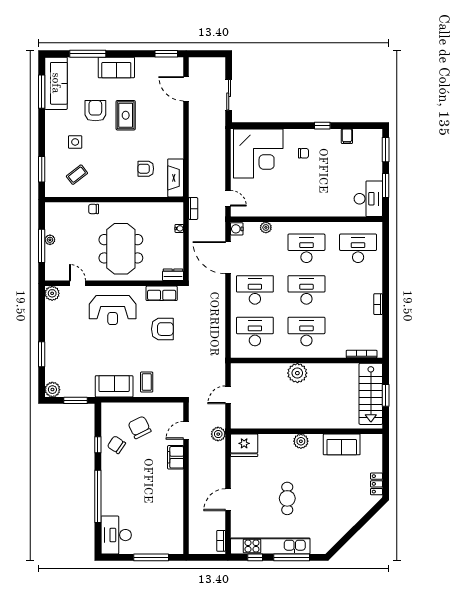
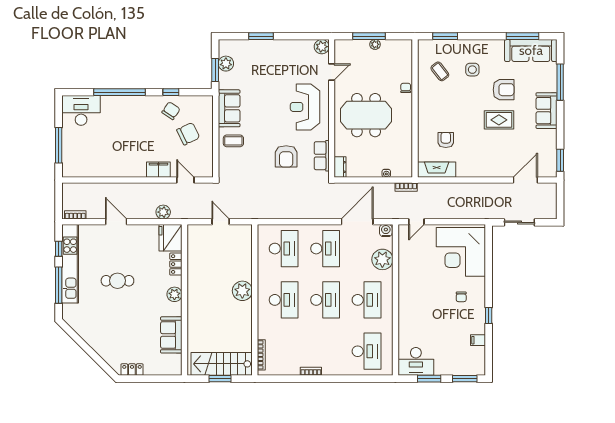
plant: (266, 227) -> (382, 259), width x1.87, depth x1.87
plant: (52, 390) -> (226, 64), moved
plant: (218, 434) -> (163, 212), moved
locker: (271, 440) -> (176, 264), added

